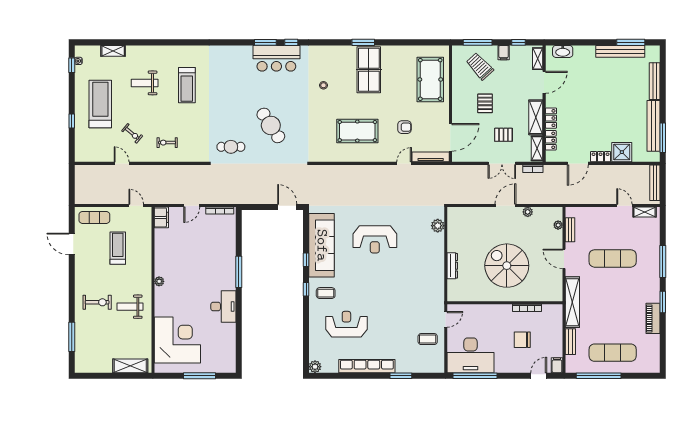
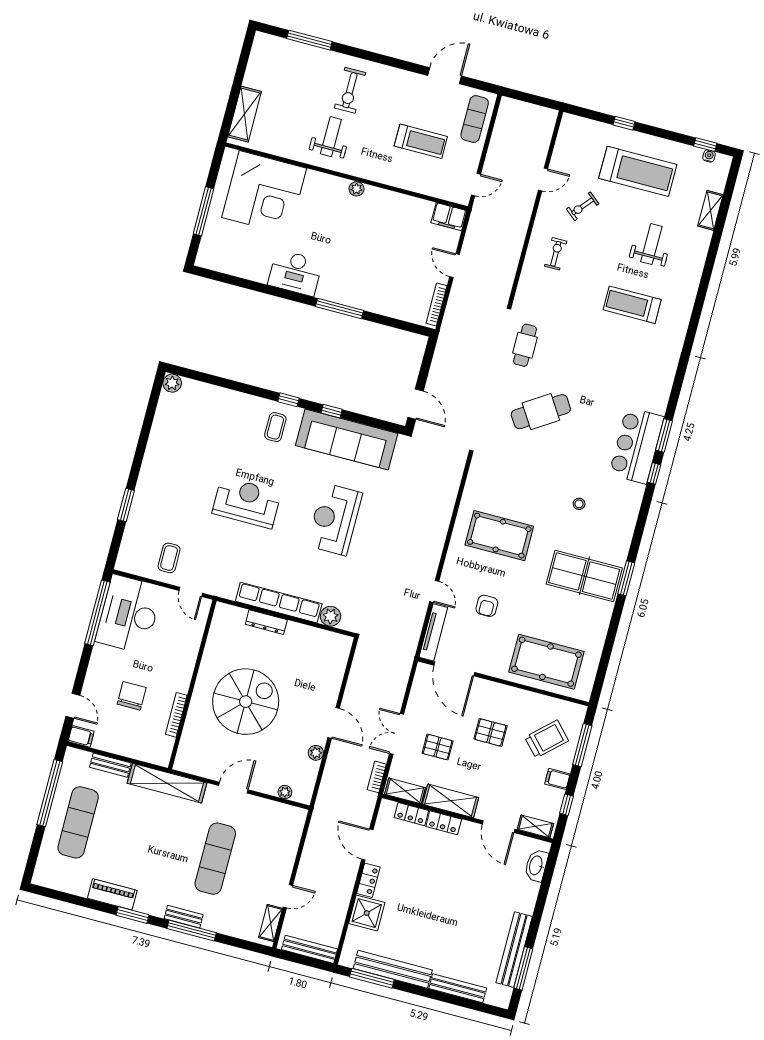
pool table: (357, 131) -> (499, 536), turned 90
pallet: (503, 135) -> (438, 747), turned 90
door: (287, 207) -> (416, 404), hinge flipped
bench: (570, 230) -> (184, 917), moved
reception desk: (346, 324) -> (247, 502), moved, turned -90
row of seats: (367, 366) -> (279, 603), moved, turned -90

